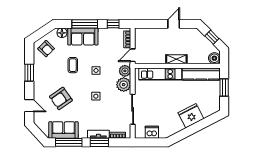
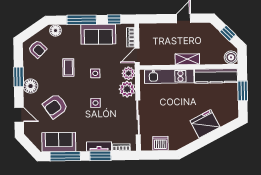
sofa: (83, 36) -> (98, 34), moved
floor lamp: (40, 81) -> (31, 86), added

